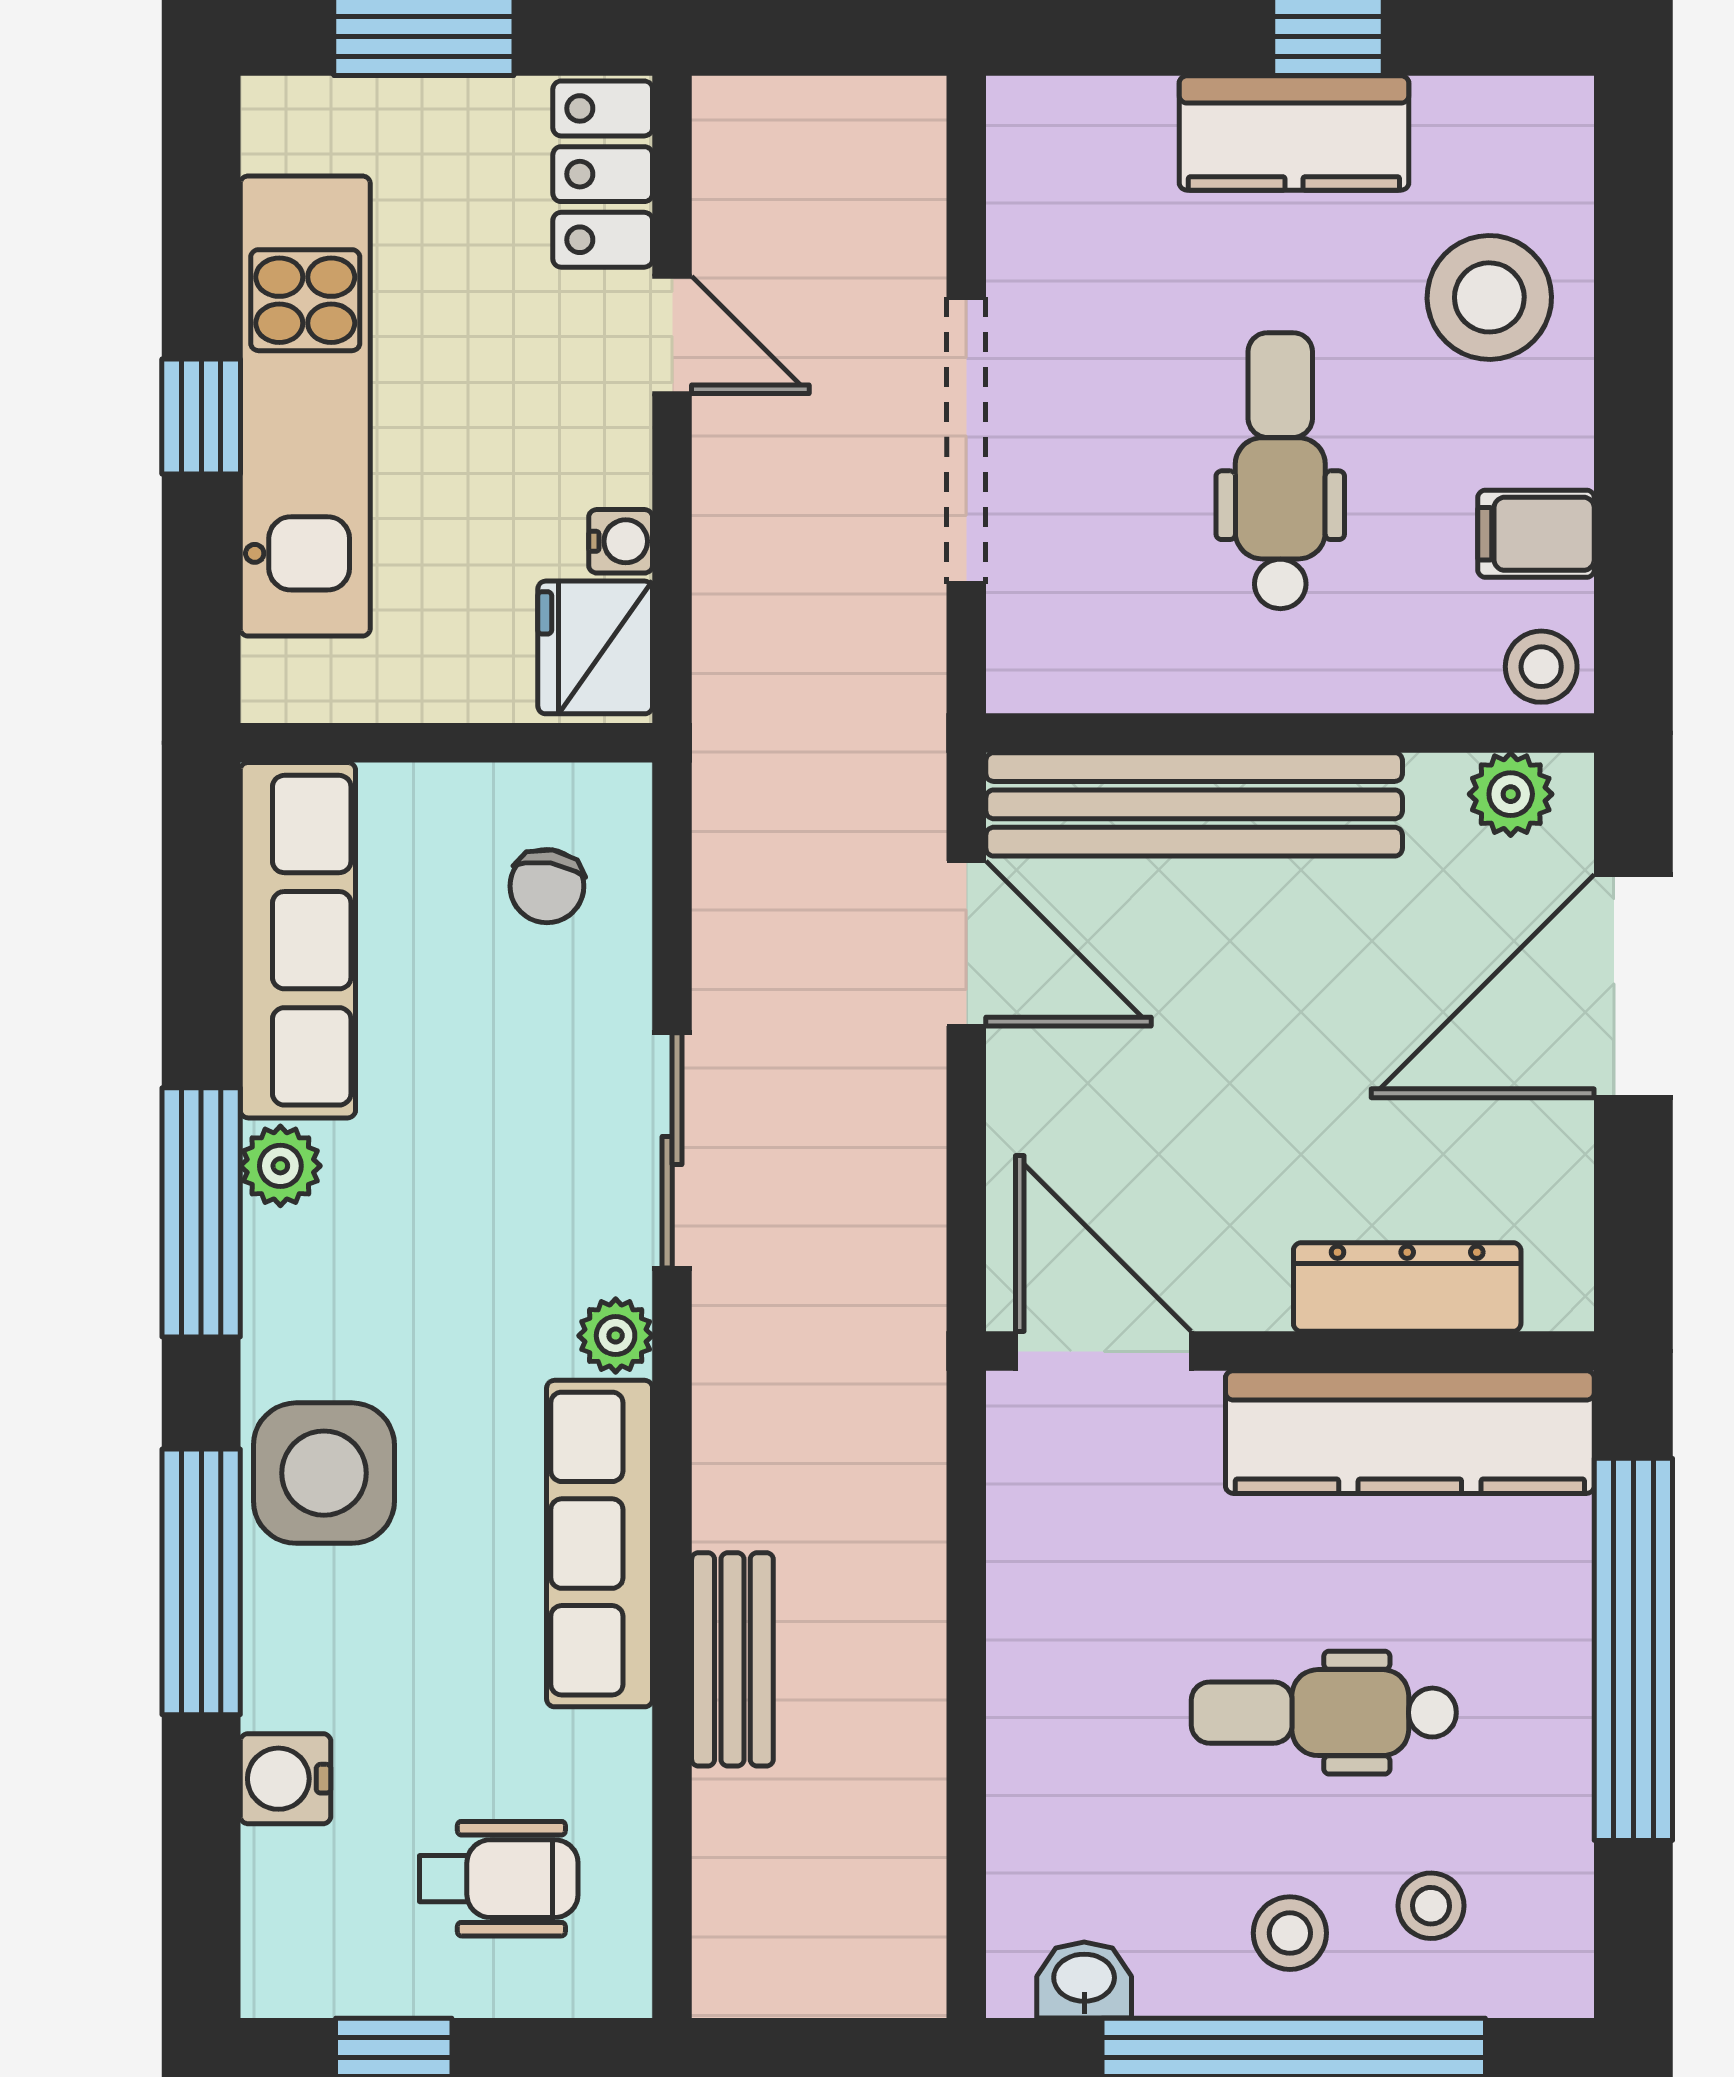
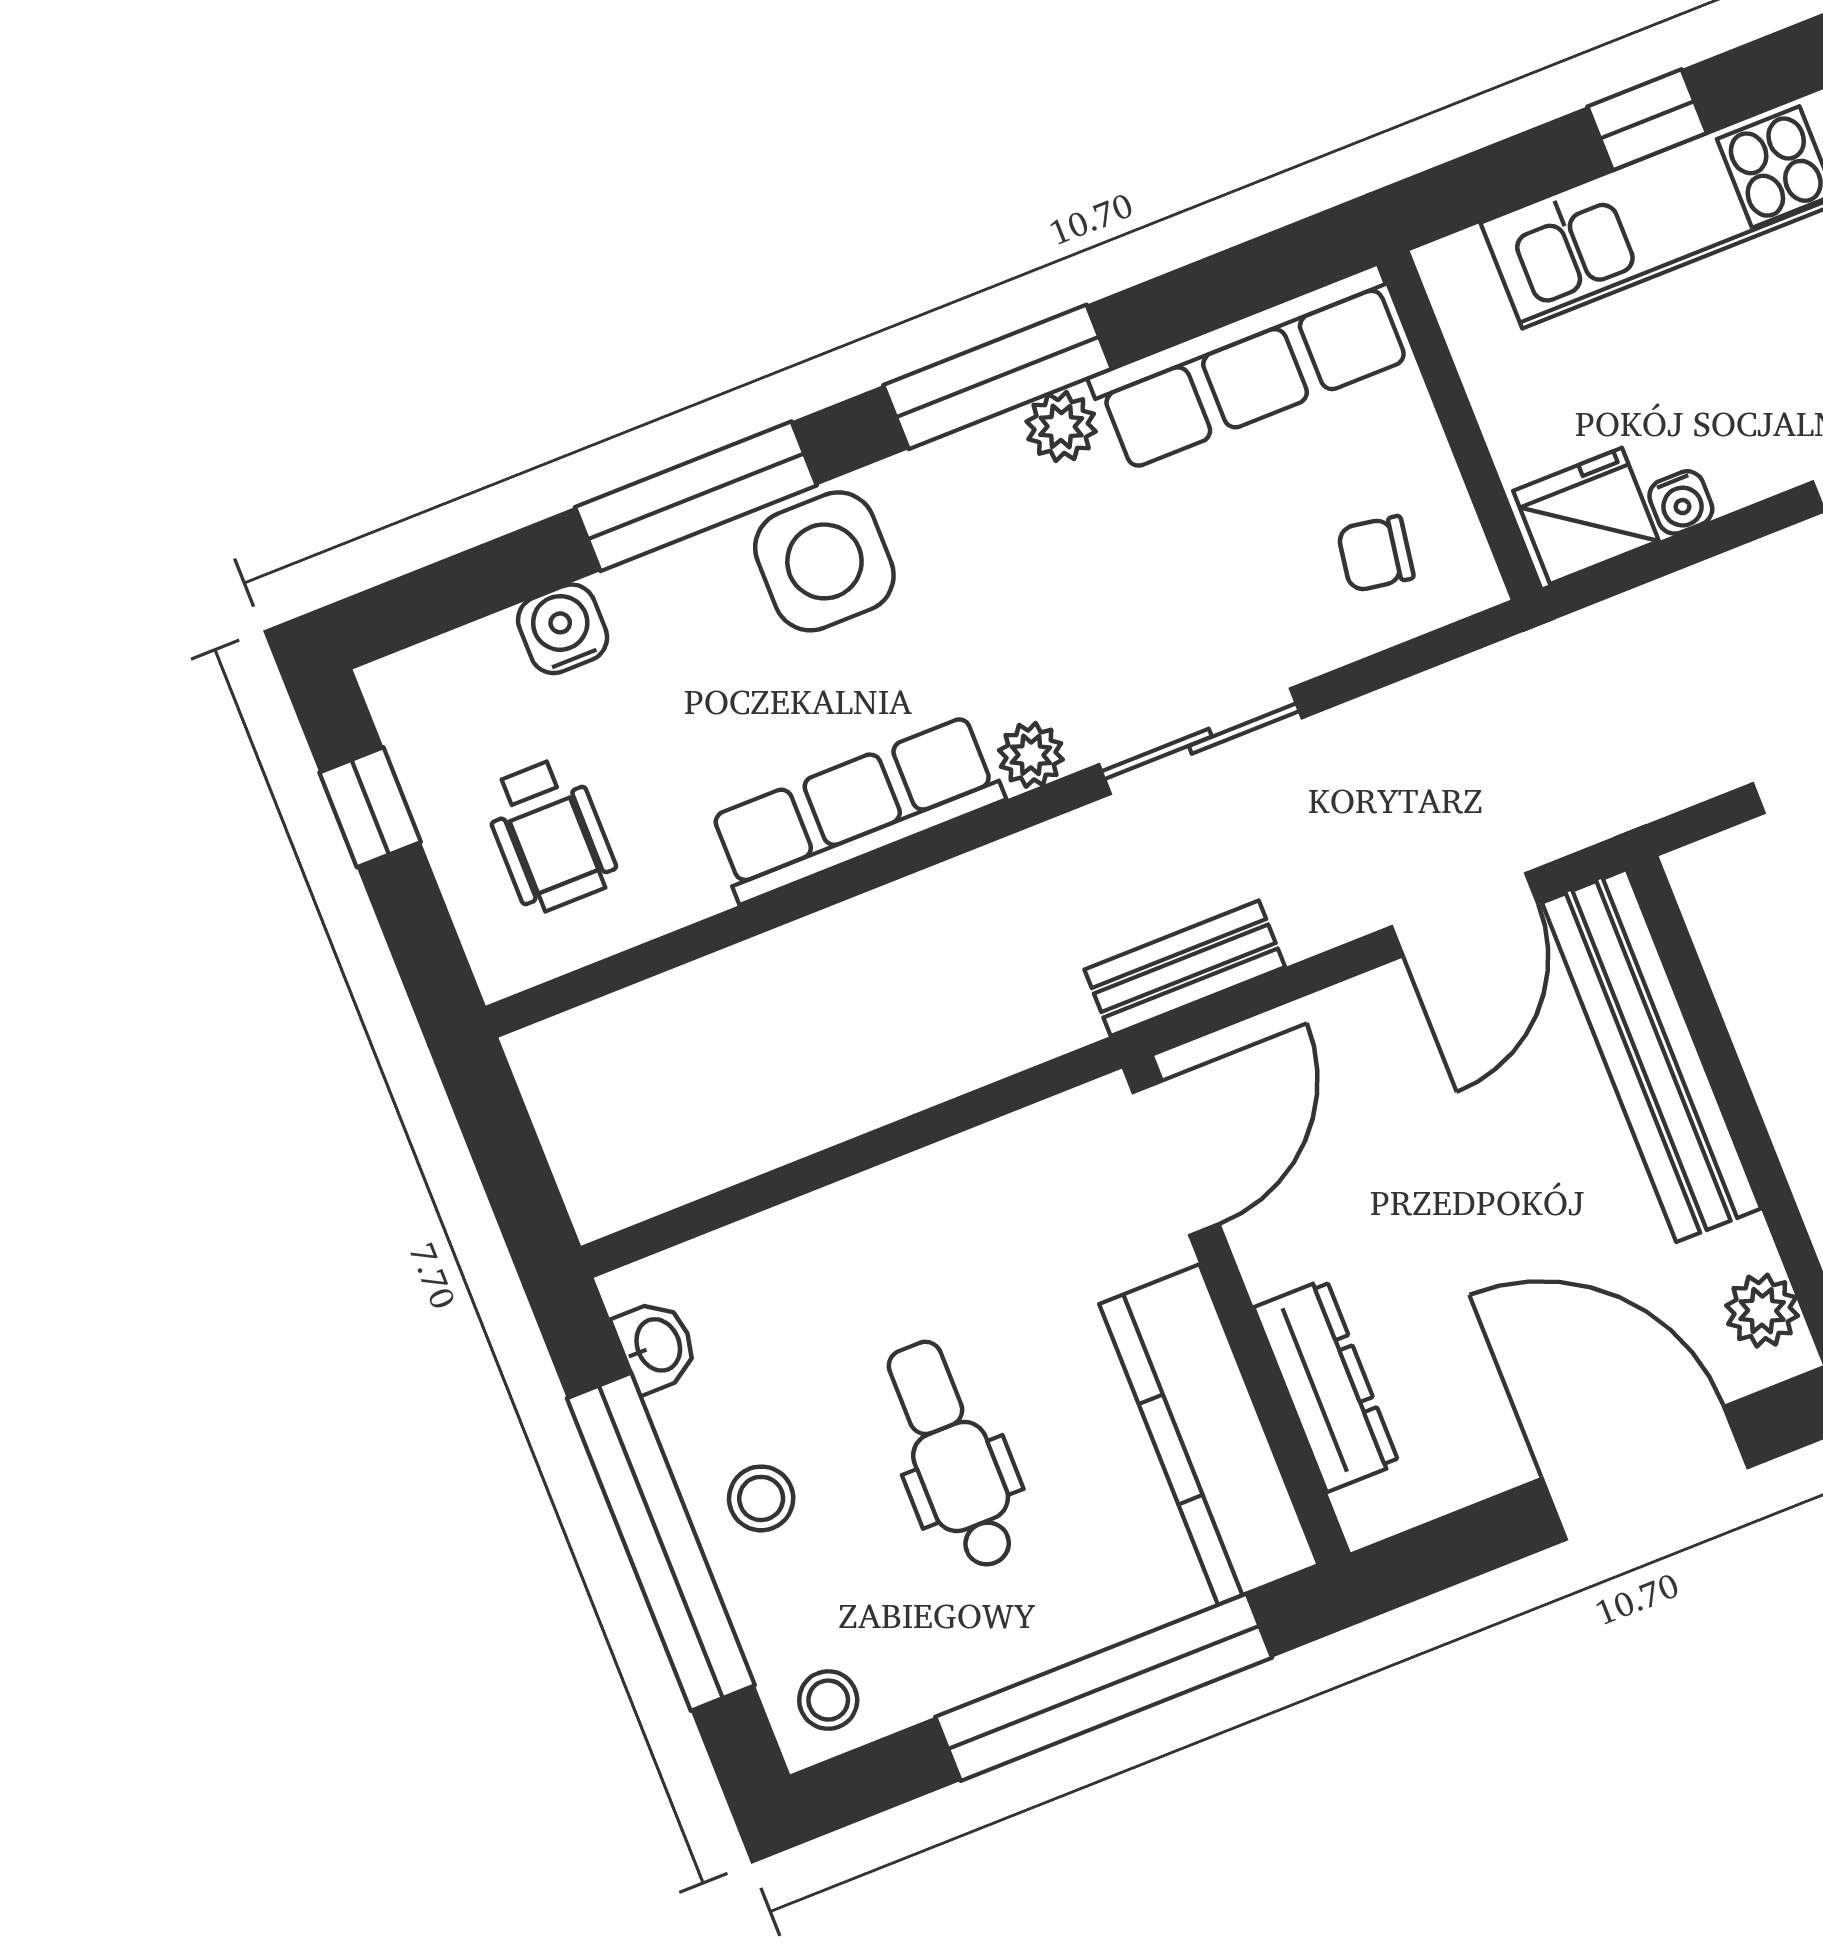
bench: (732, 1659) -> (1185, 968), moved
stool: (1431, 1906) -> (828, 1700), moved

